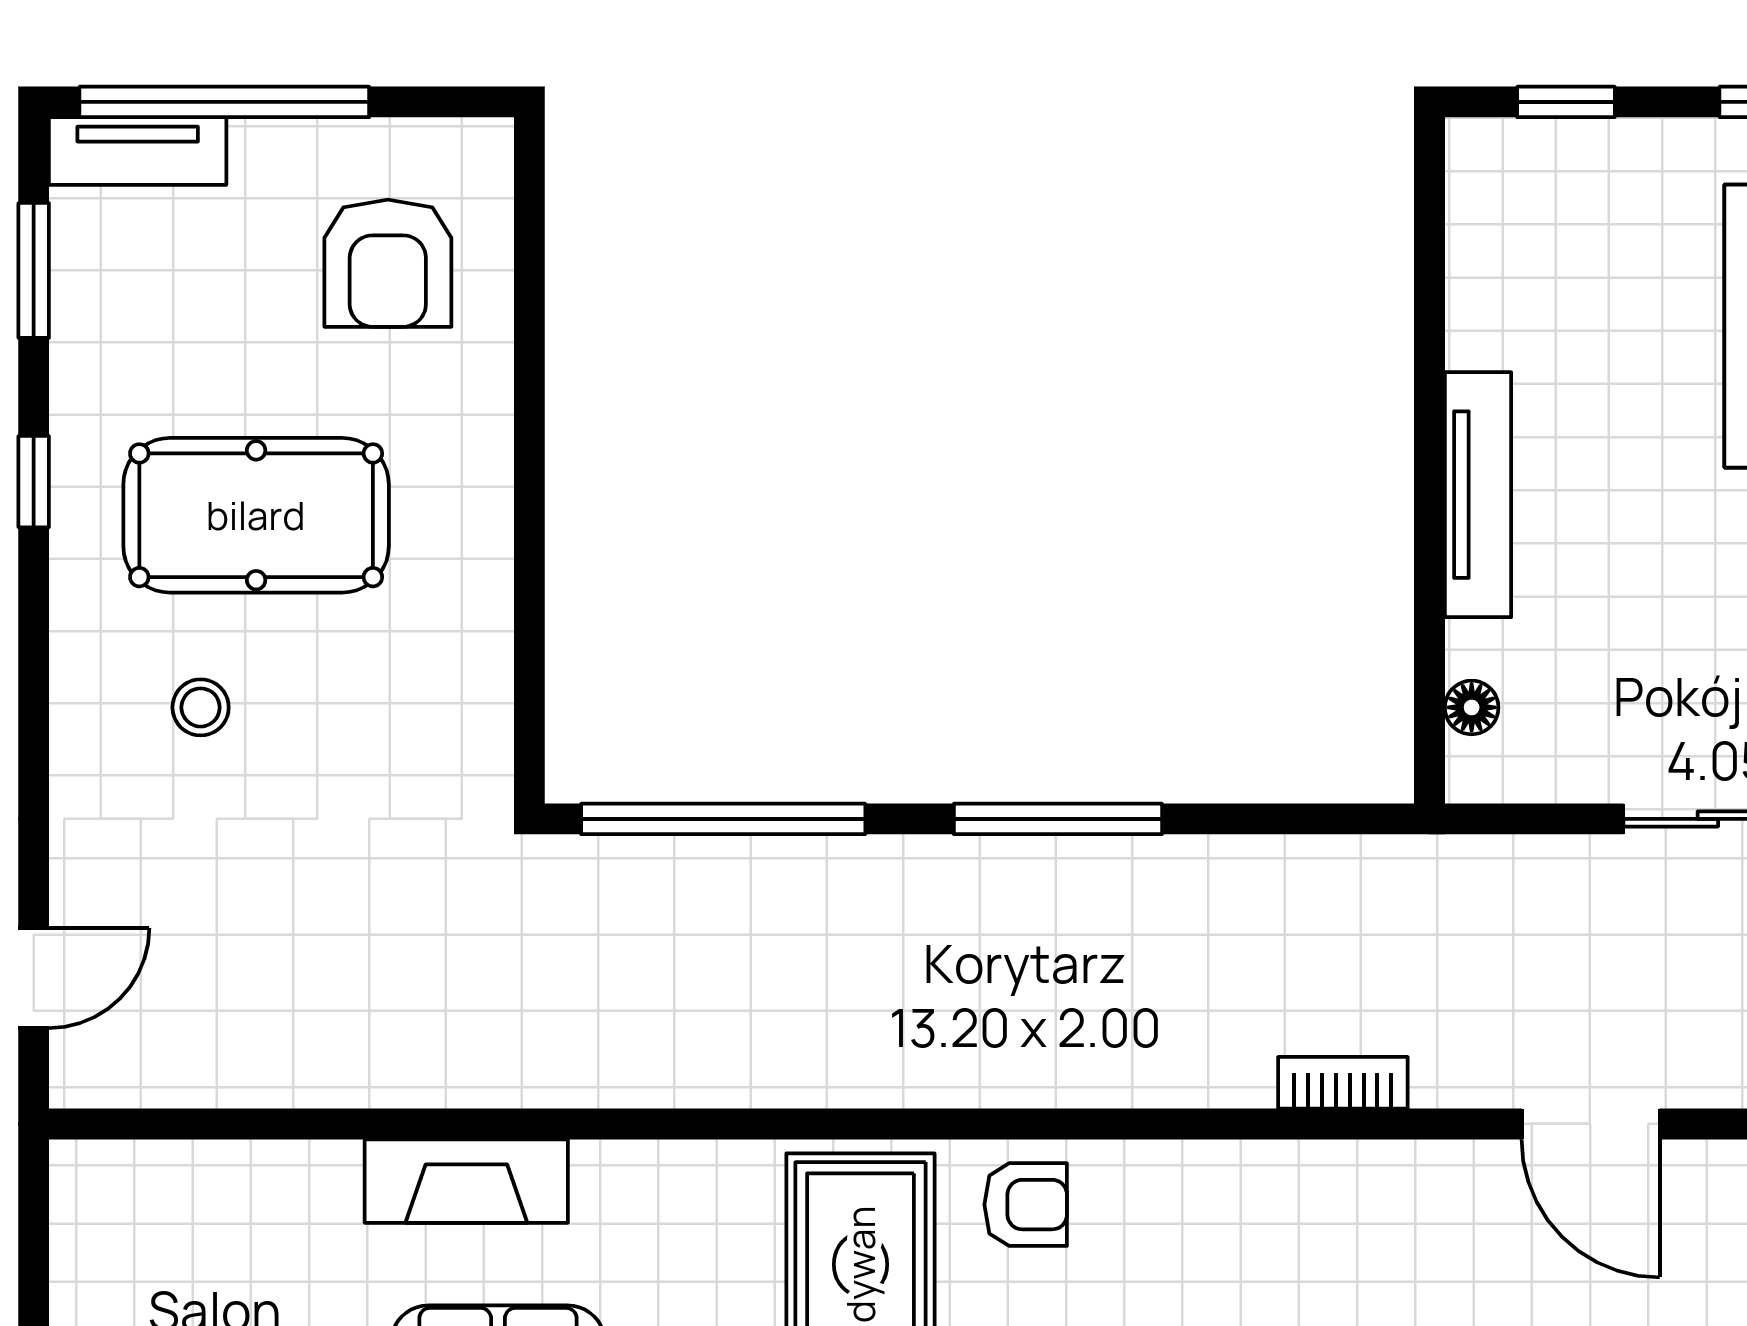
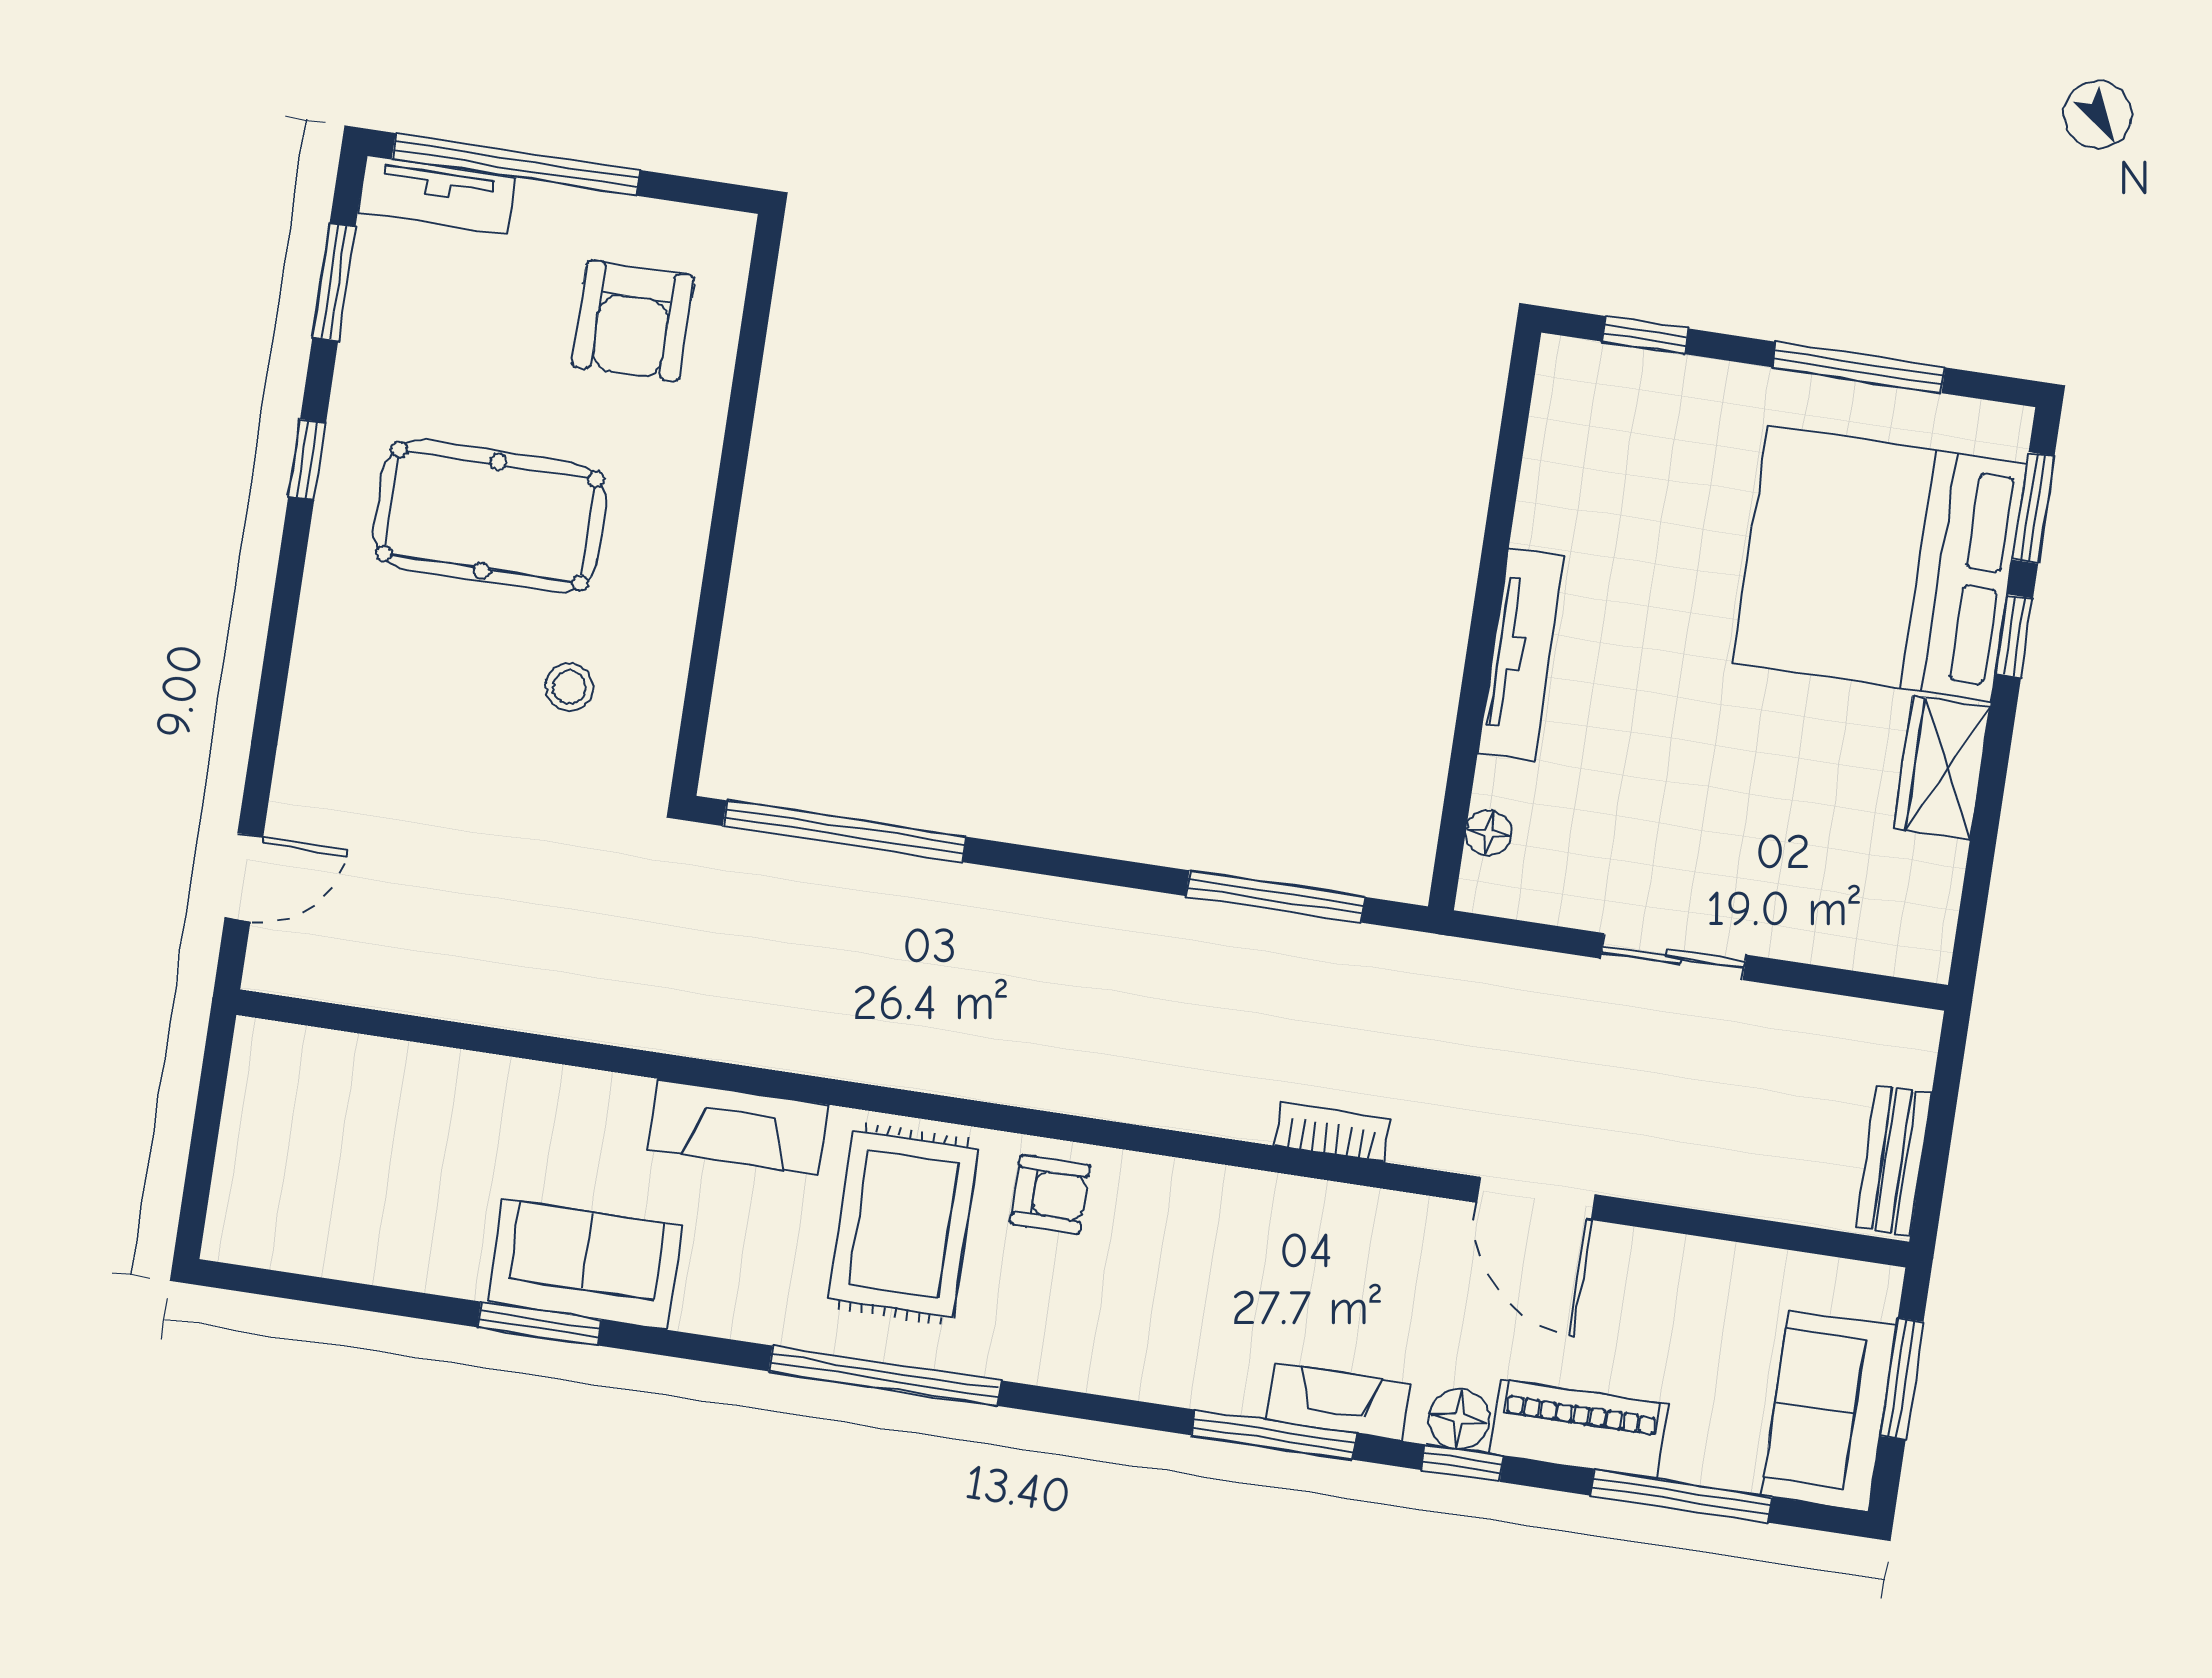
stool: (201, 707) -> (569, 687), moved
window: (1058, 819) -> (1275, 896), moved
fireplace: (466, 1181) -> (738, 1127), moved

